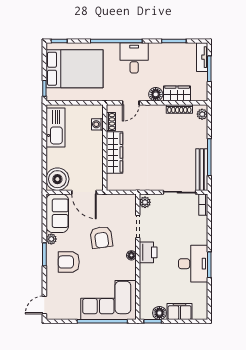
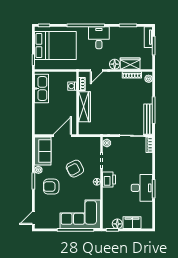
boiler: (57, 179) -> (43, 126), removed
door: (84, 192) -> (62, 136), swing flipped
armchair: (101, 237) -> (75, 169), turned 70

